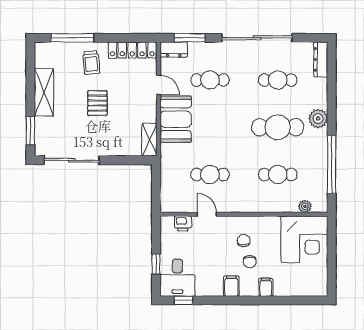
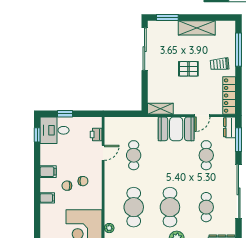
cafe table: (278, 175) -> (134, 207), width x1.37, depth x1.35

